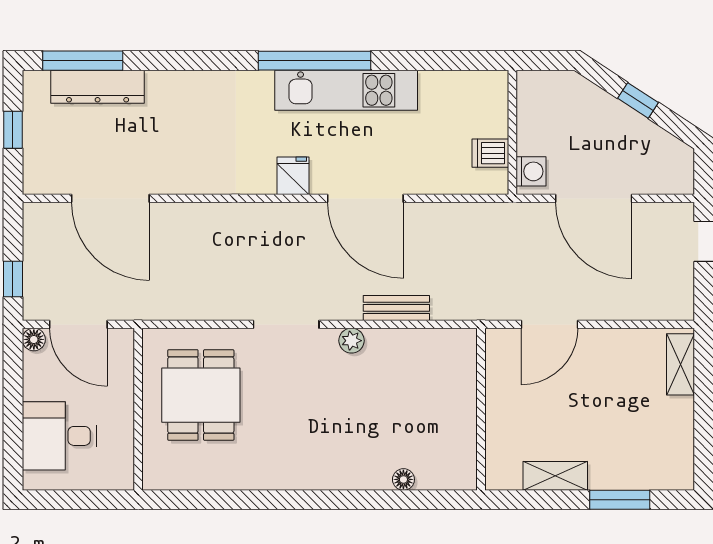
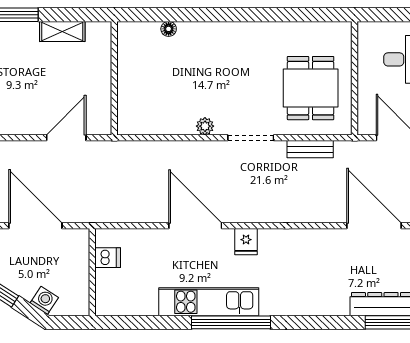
washing machine: (531, 171) -> (44, 300), moved, turned 123
bench: (396, 308) -> (310, 149), moved

